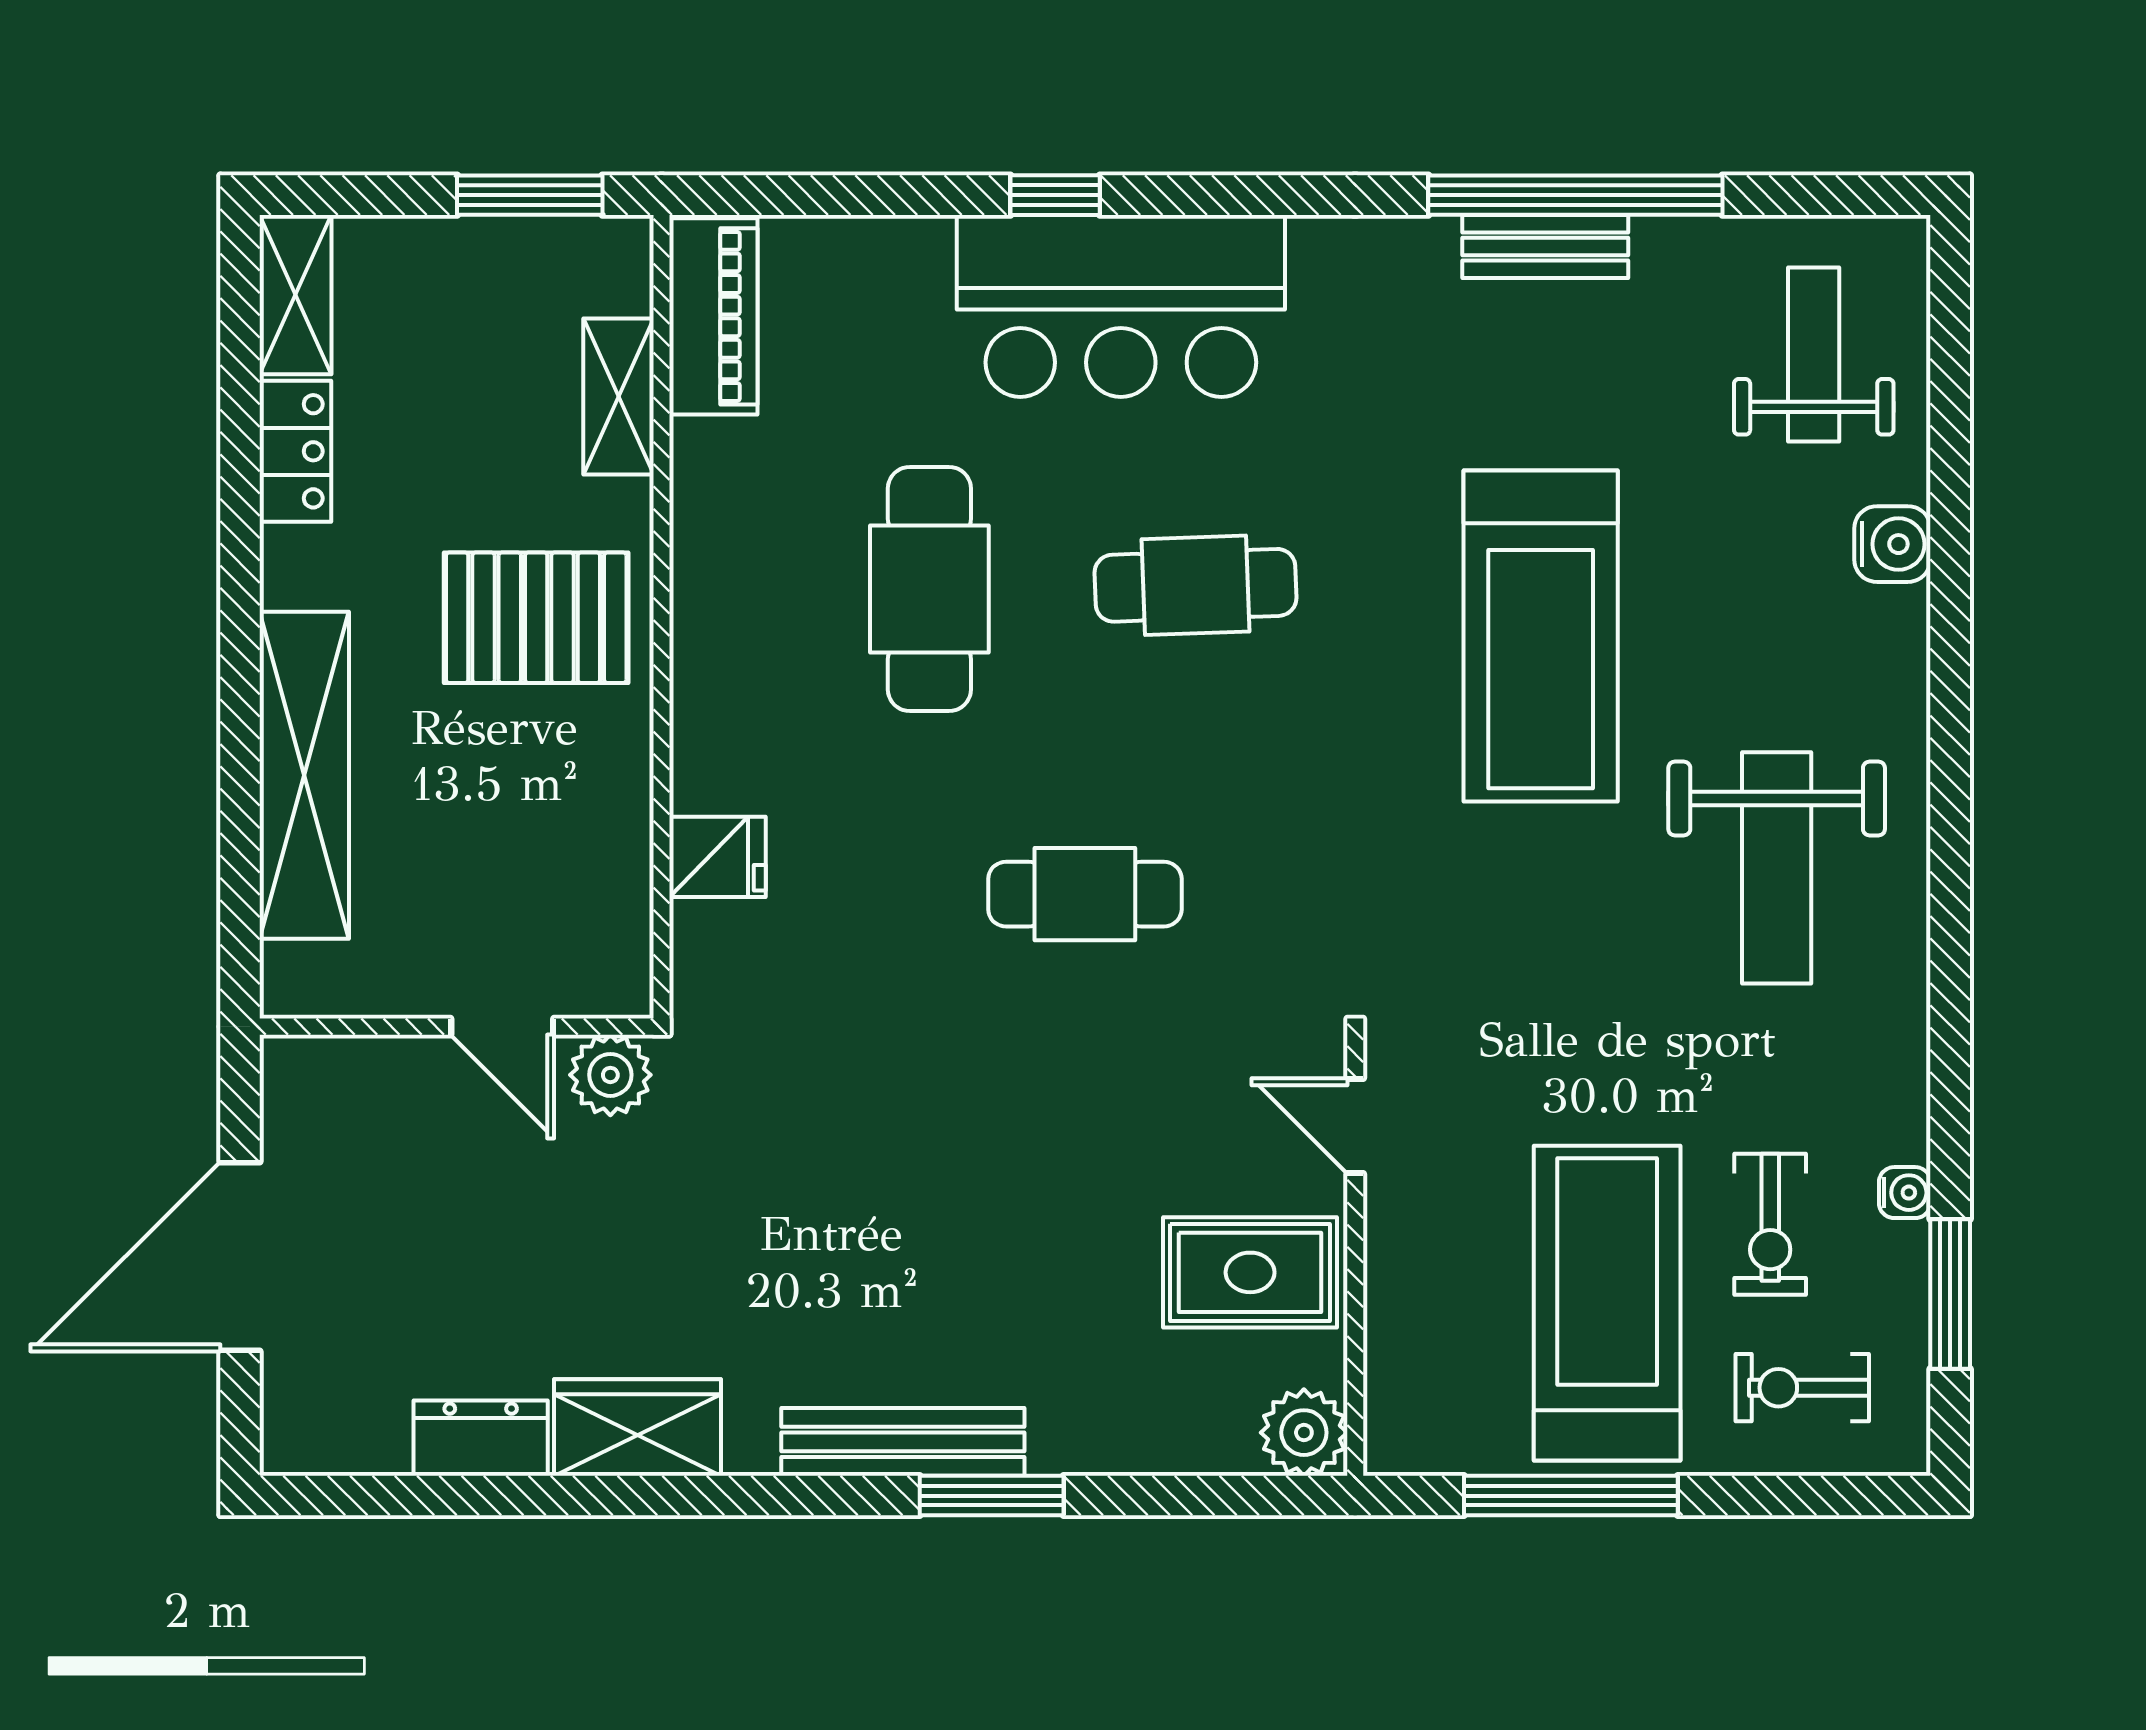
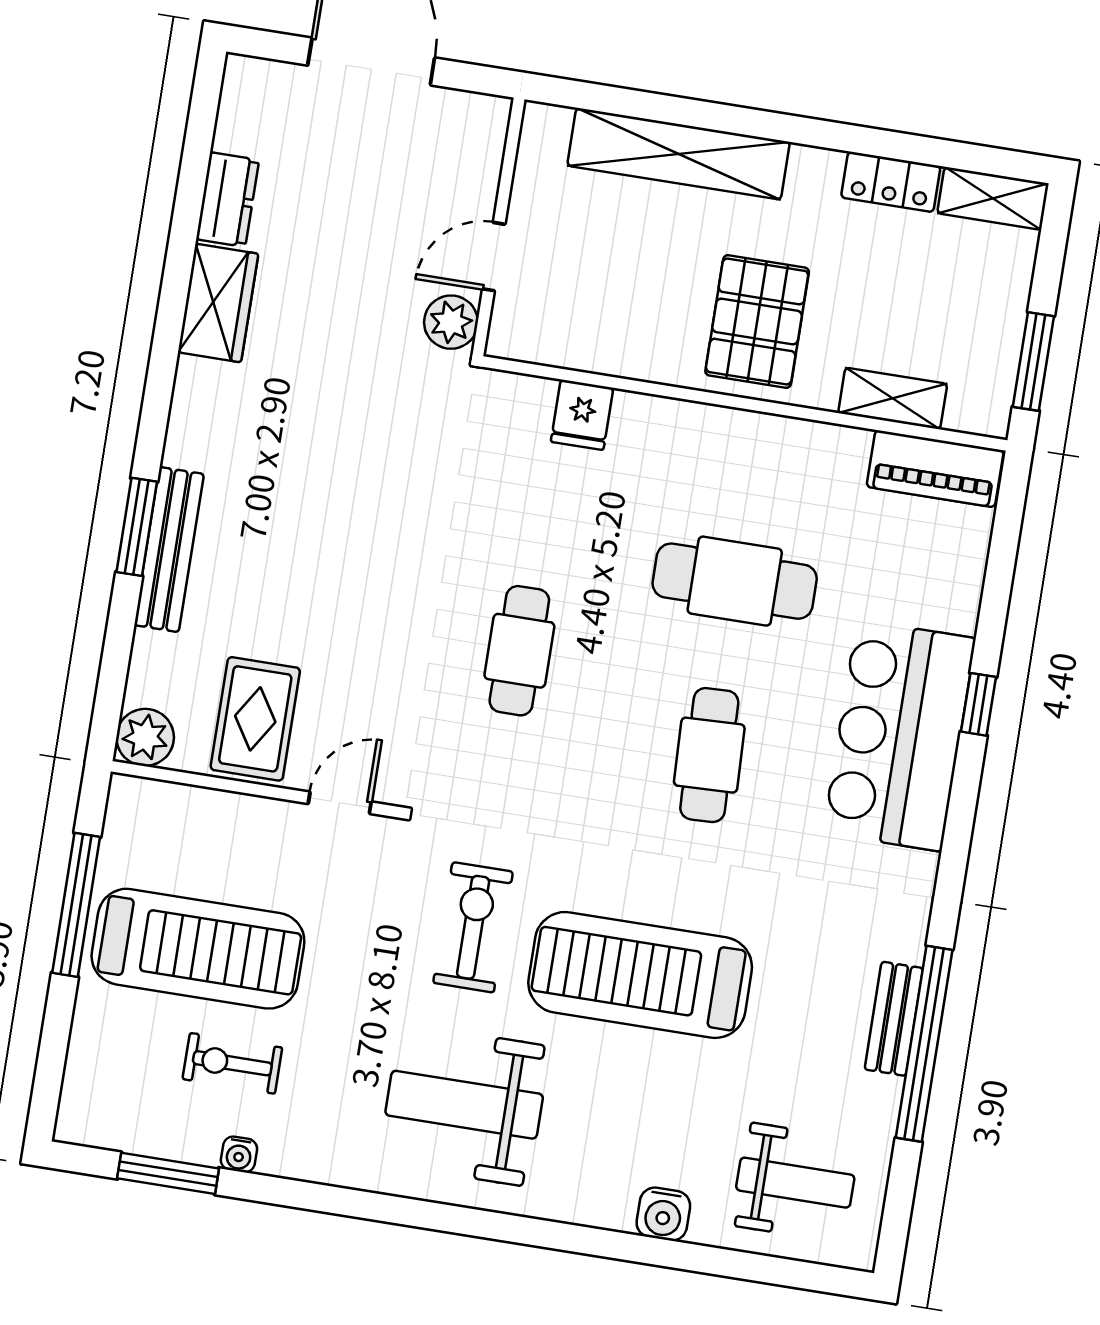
exercise bike: (1802, 1388) -> (473, 927), moved, width x1.38, depth x1.39
bench: (903, 1442) -> (169, 550), moved

